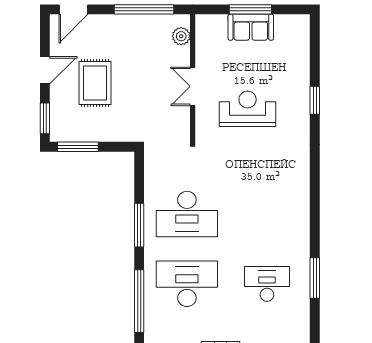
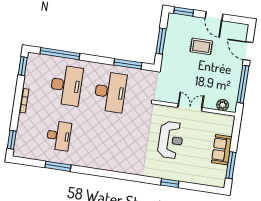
door: (74, 9) -> (248, 51), moved
window: (250, 9) -> (231, 165), moved
rug: (95, 83) -> (201, 46), width x0.73, depth x0.70
window: (78, 147) -> (161, 41), moved
desk: (187, 214) -> (110, 92), turned 180
window: (139, 225) -> (128, 64), moved

